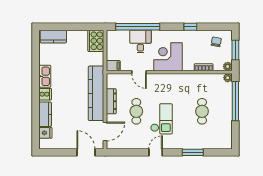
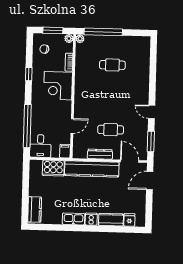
cooker: (96, 41) -> (53, 168), moved
desk: (140, 41) -> (40, 146), moved, turned -90
corner desk: (168, 57) -> (58, 86), moved
checkout: (162, 119) -> (119, 105), removed
window: (193, 152) -> (151, 141), moved

